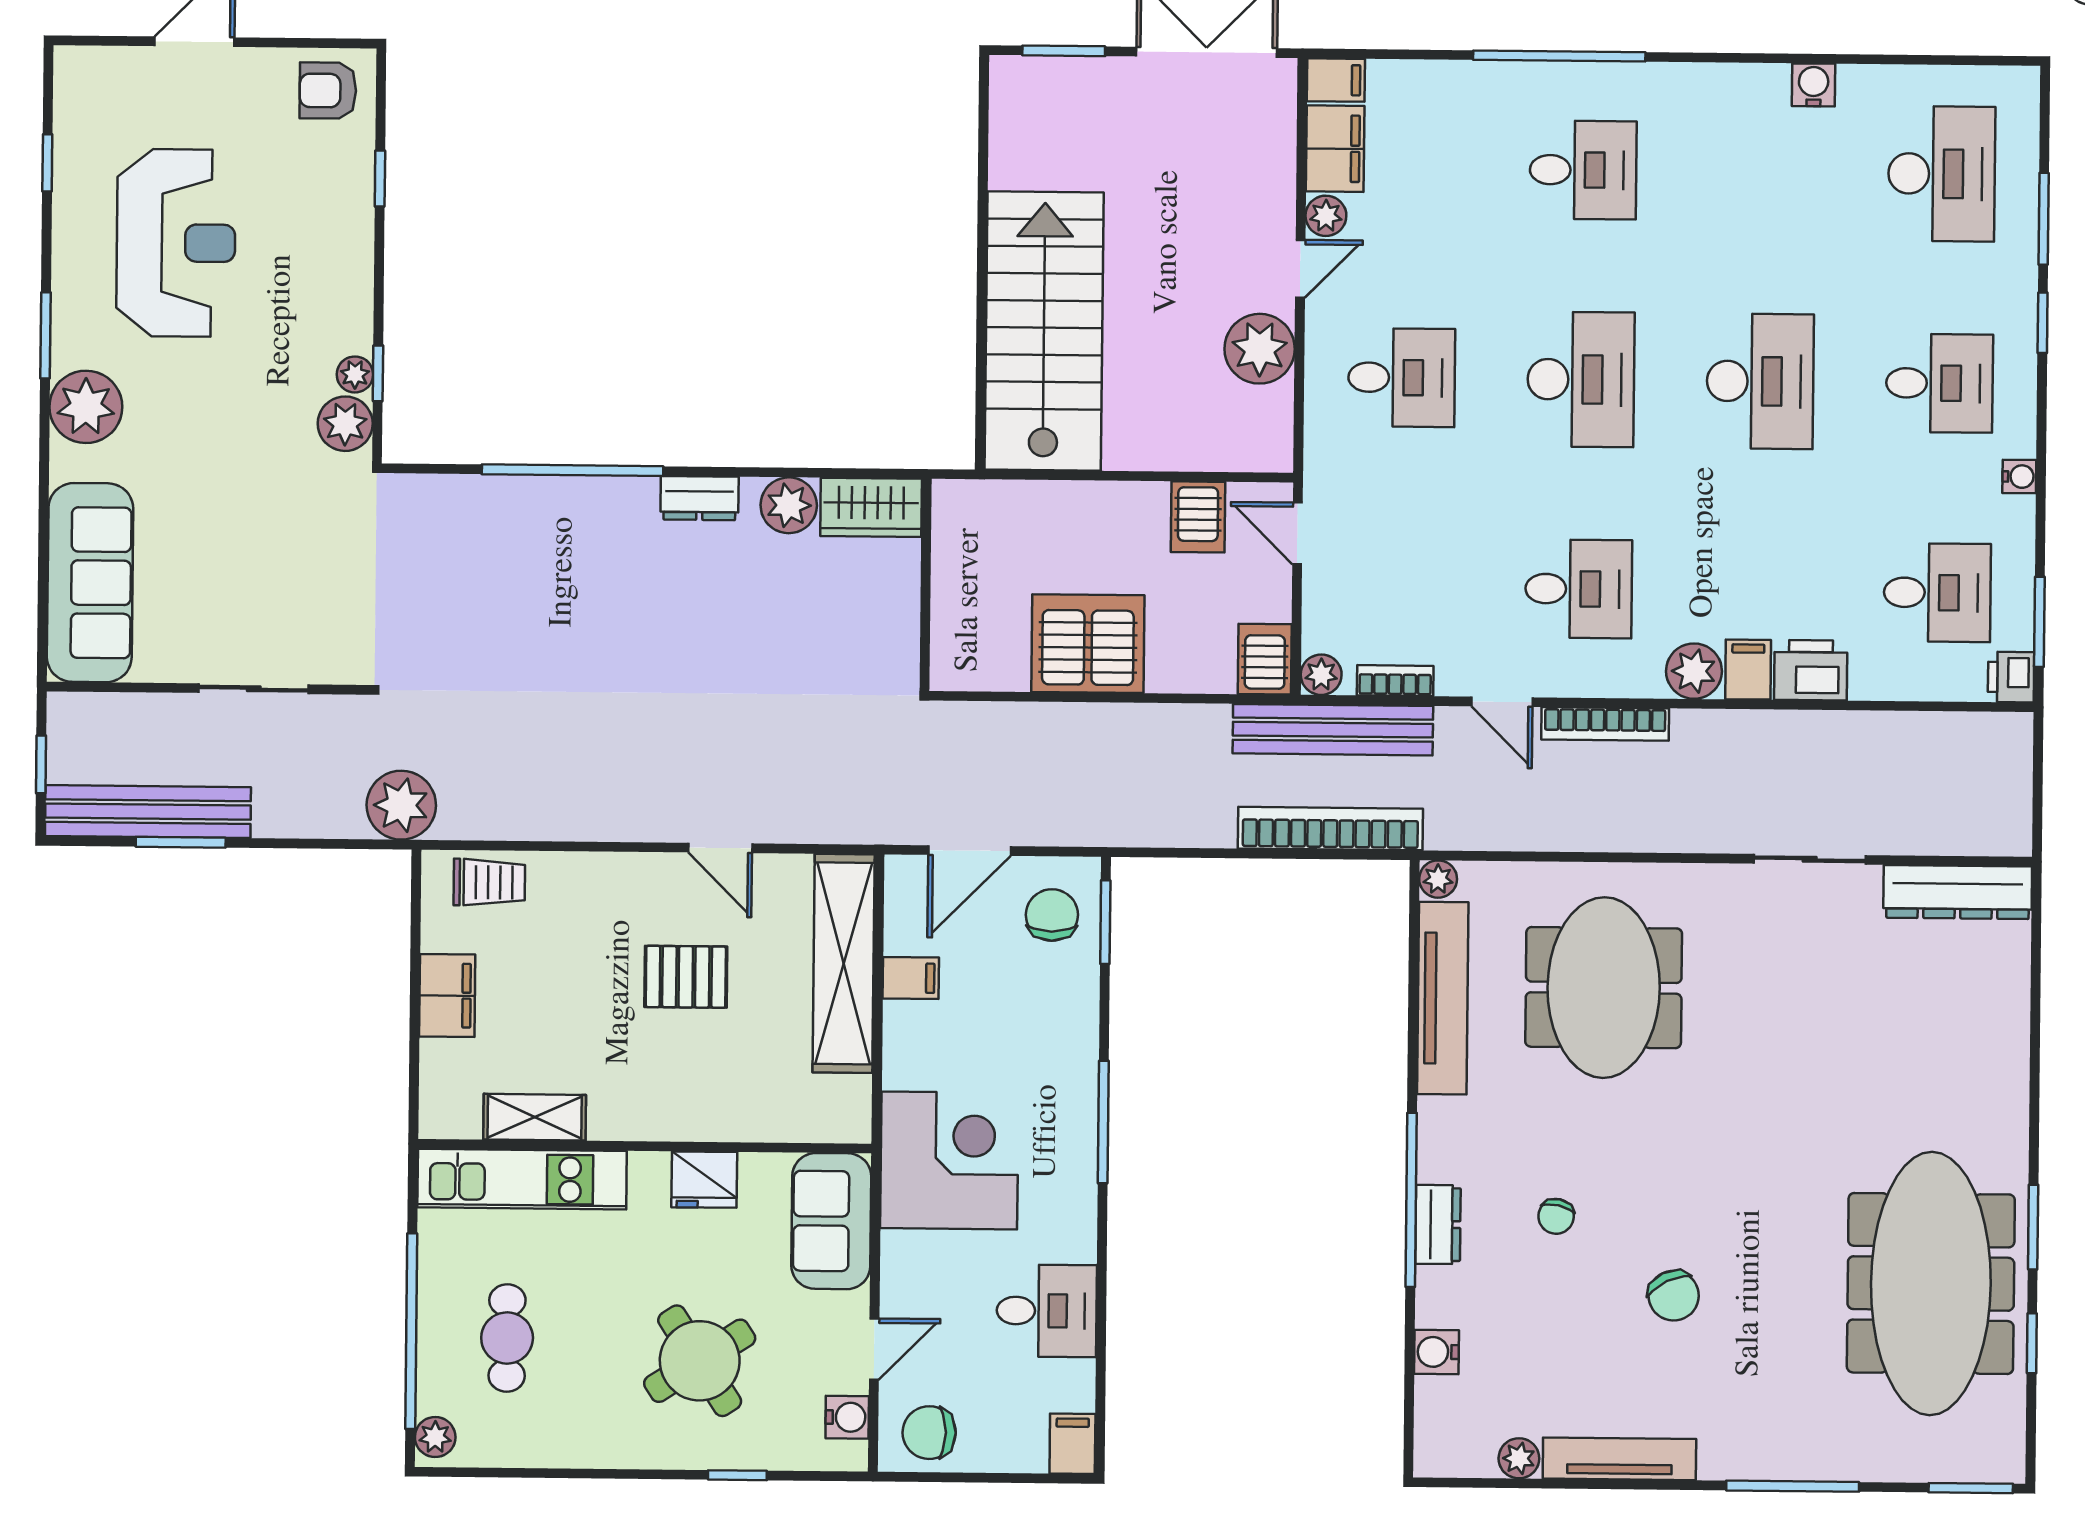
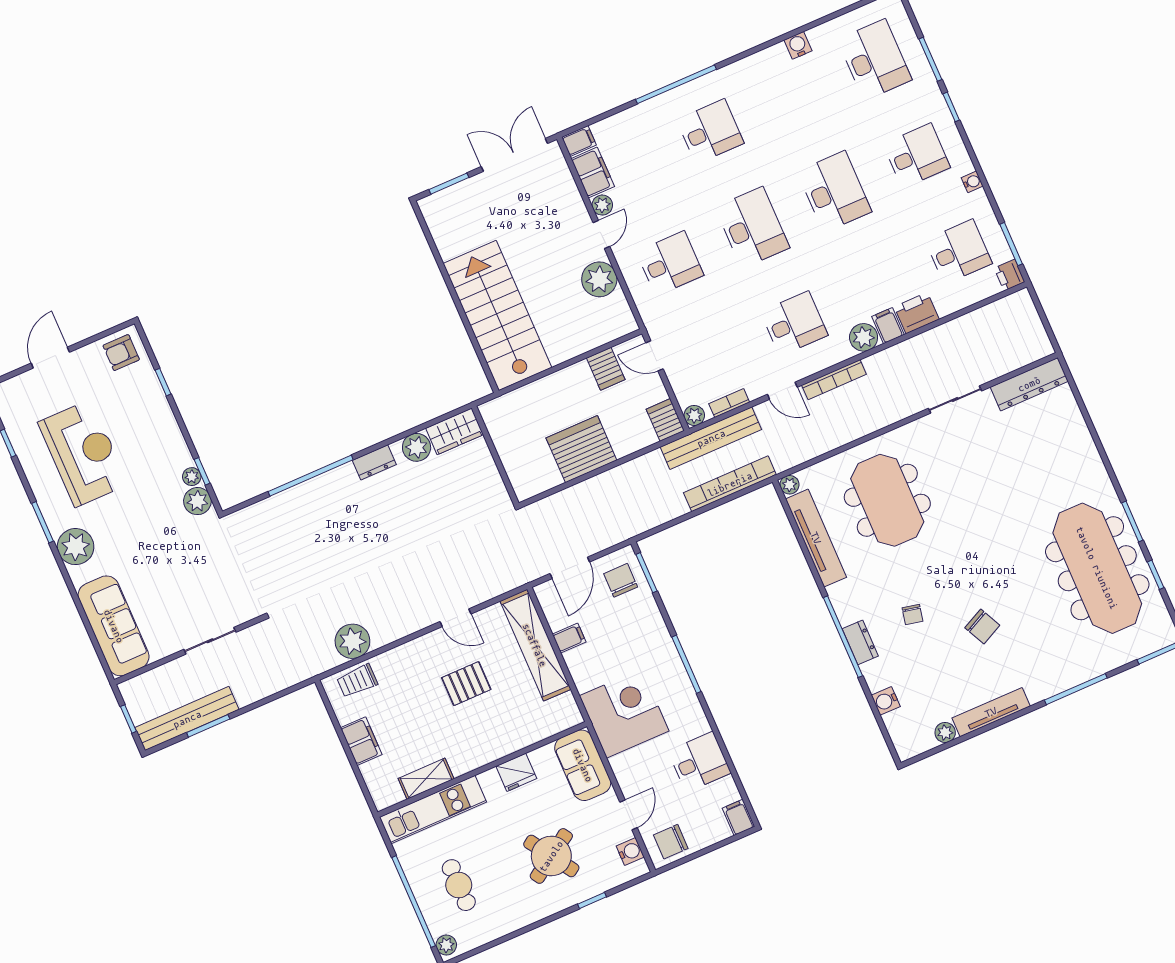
plant: (401, 805) -> (352, 641), moved
trolley: (489, 882) -> (357, 681), turned 180

